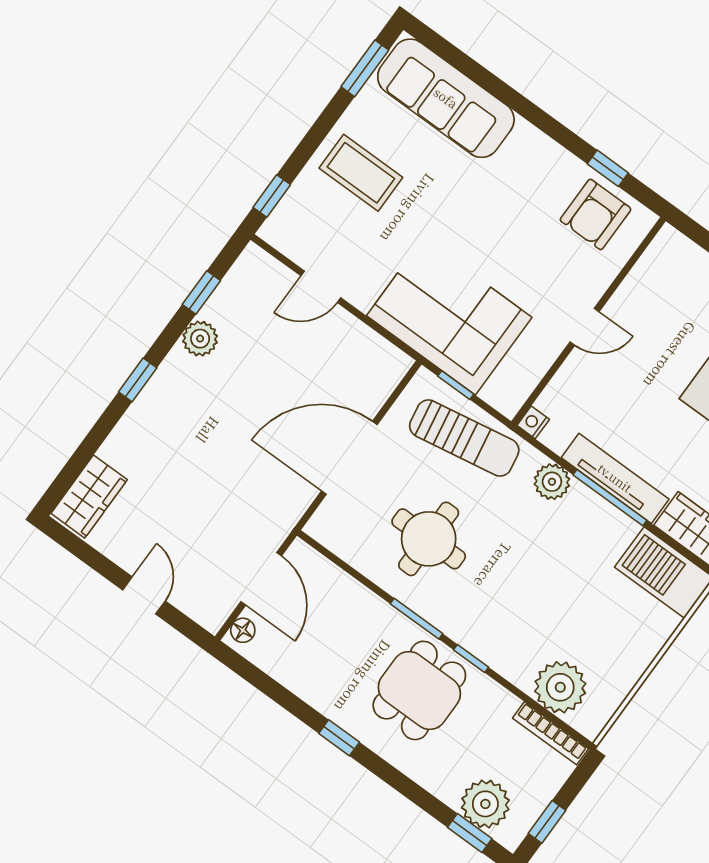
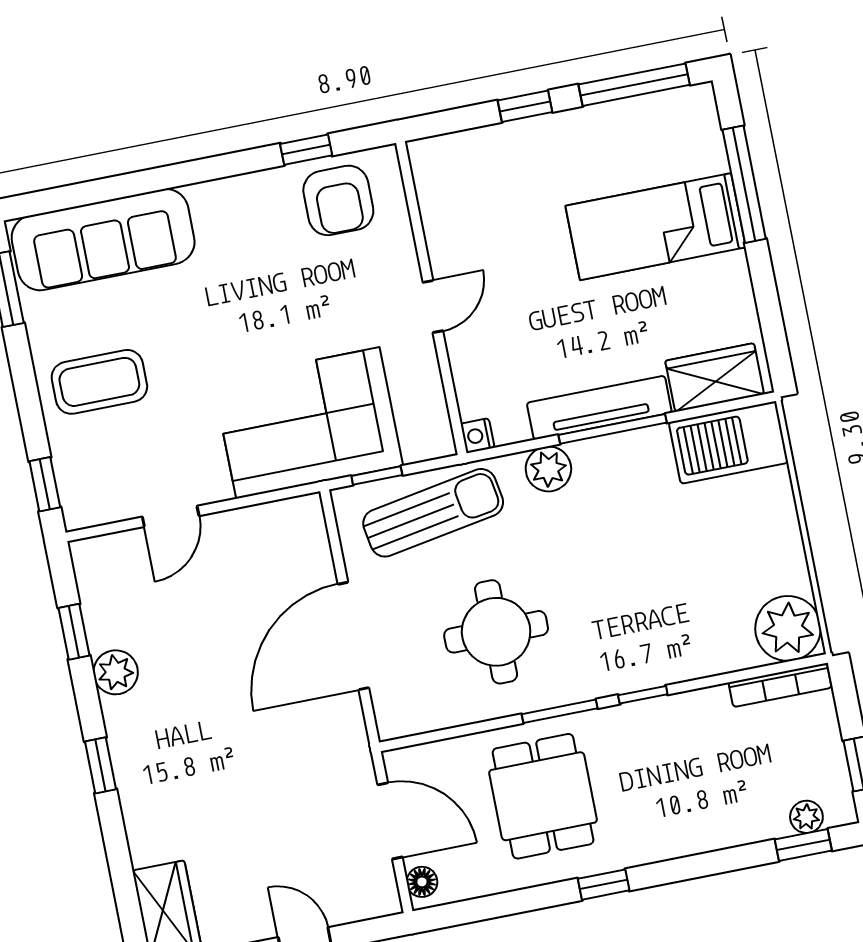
plant: (560, 687) -> (788, 628), moved
dining table: (419, 690) -> (543, 796), moved
plant: (485, 804) -> (806, 817), width x0.53, depth x0.53

